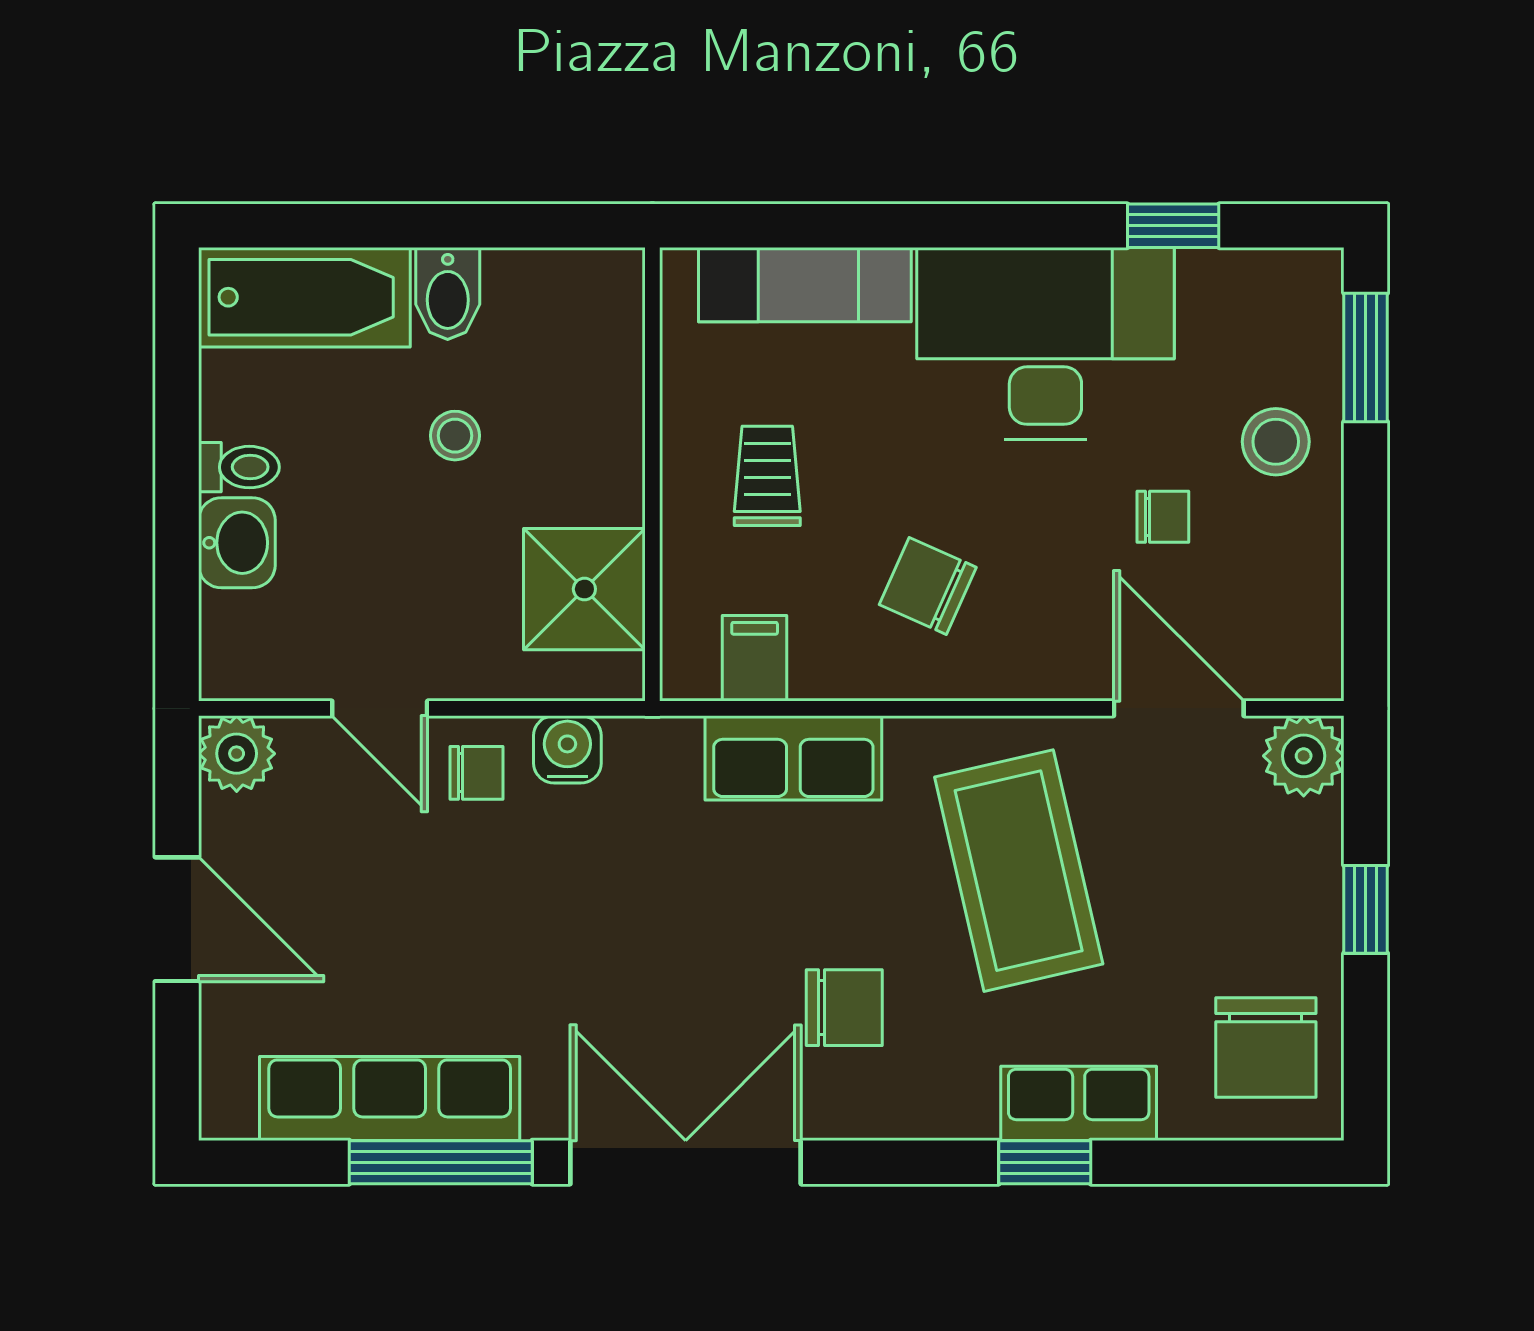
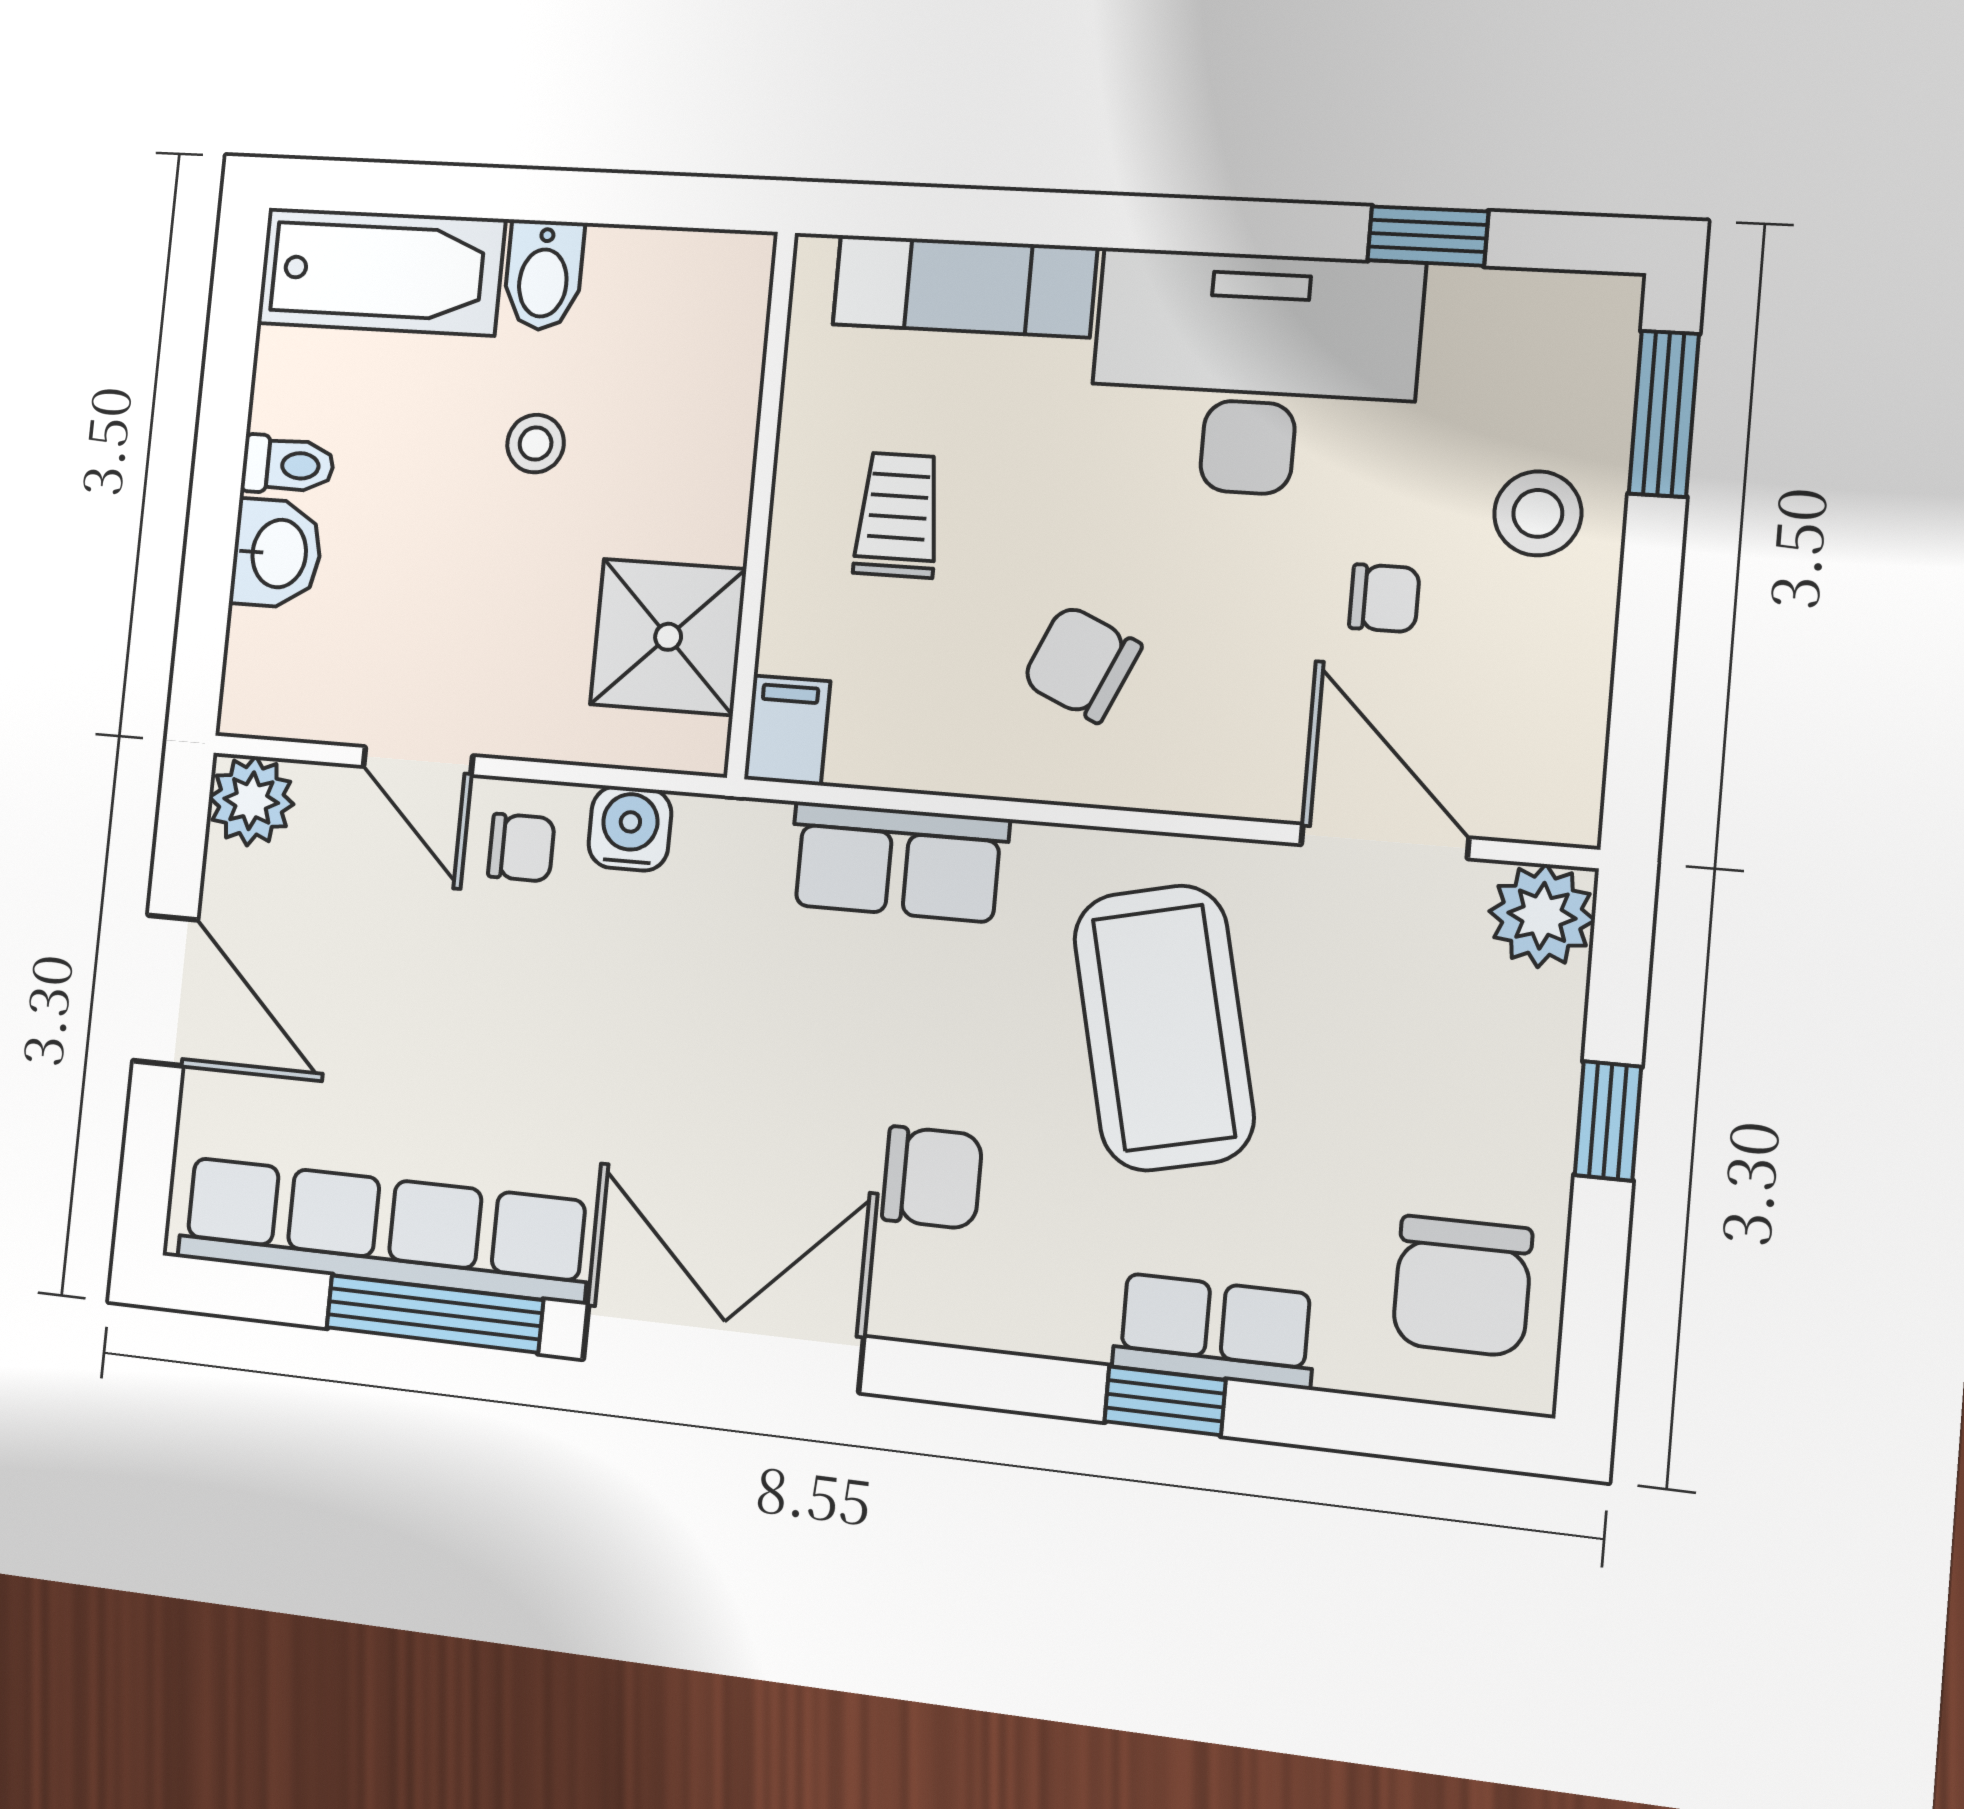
filing cabinet: (755, 658) -> (787, 730), moved
row of seats: (390, 1099) -> (383, 1230), width x1.36

